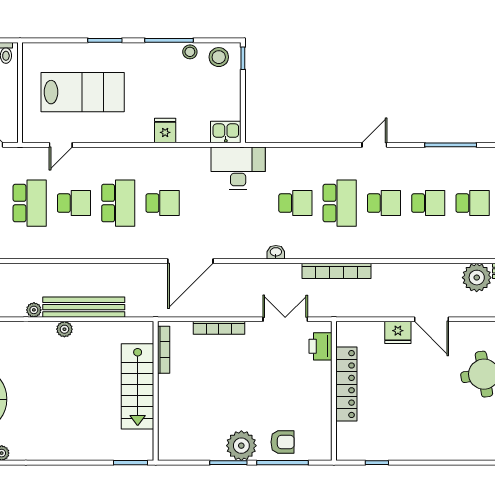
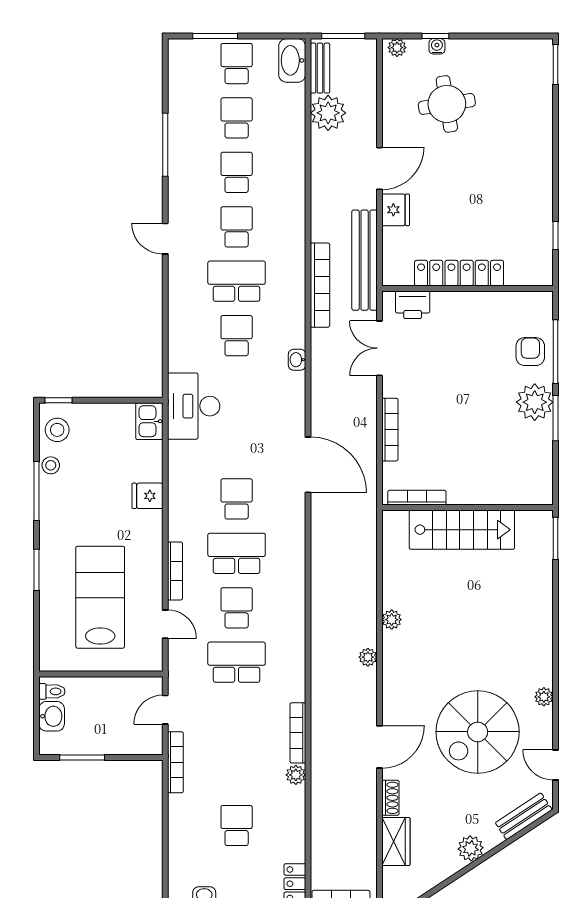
bookcase: (104, 153) -> (175, 571), added
bench: (84, 307) -> (365, 260), moved

